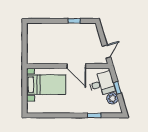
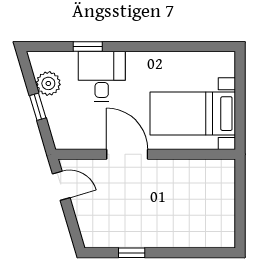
door: (106, 52) -> (61, 186), swing flipped
desk: (102, 84) -> (102, 76), moved, turned 107

